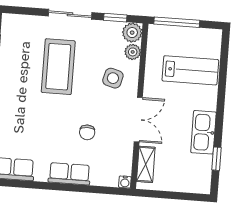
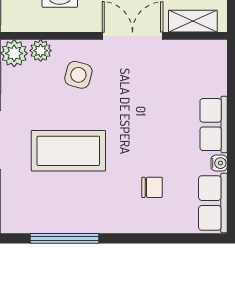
chair: (87, 132) -> (152, 187), moved
water cooler: (125, 182) -> (219, 163), moved

